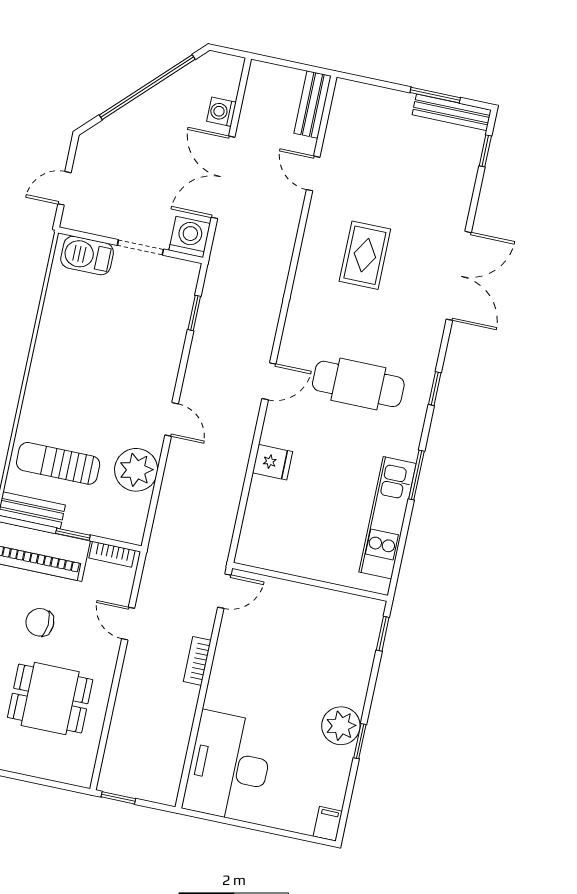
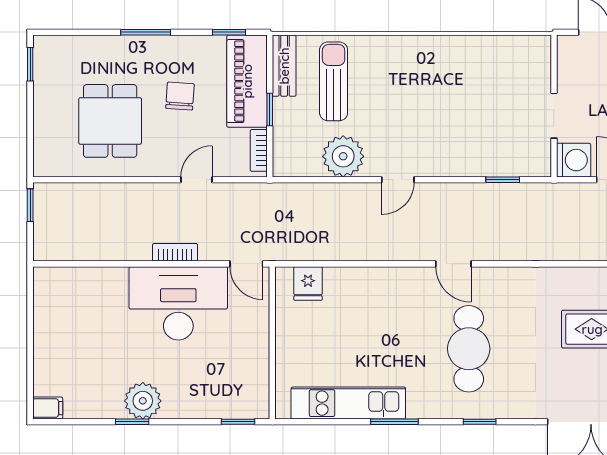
barbecue: (87, 256) -> (536, 67), removed
fridge: (272, 462) -> (308, 283), moved
desk: (229, 766) -> (178, 303), moved

